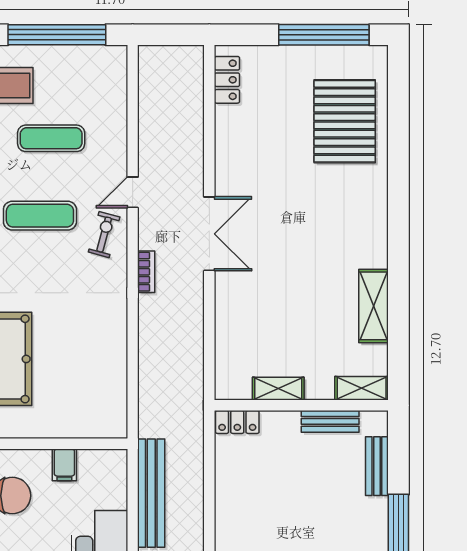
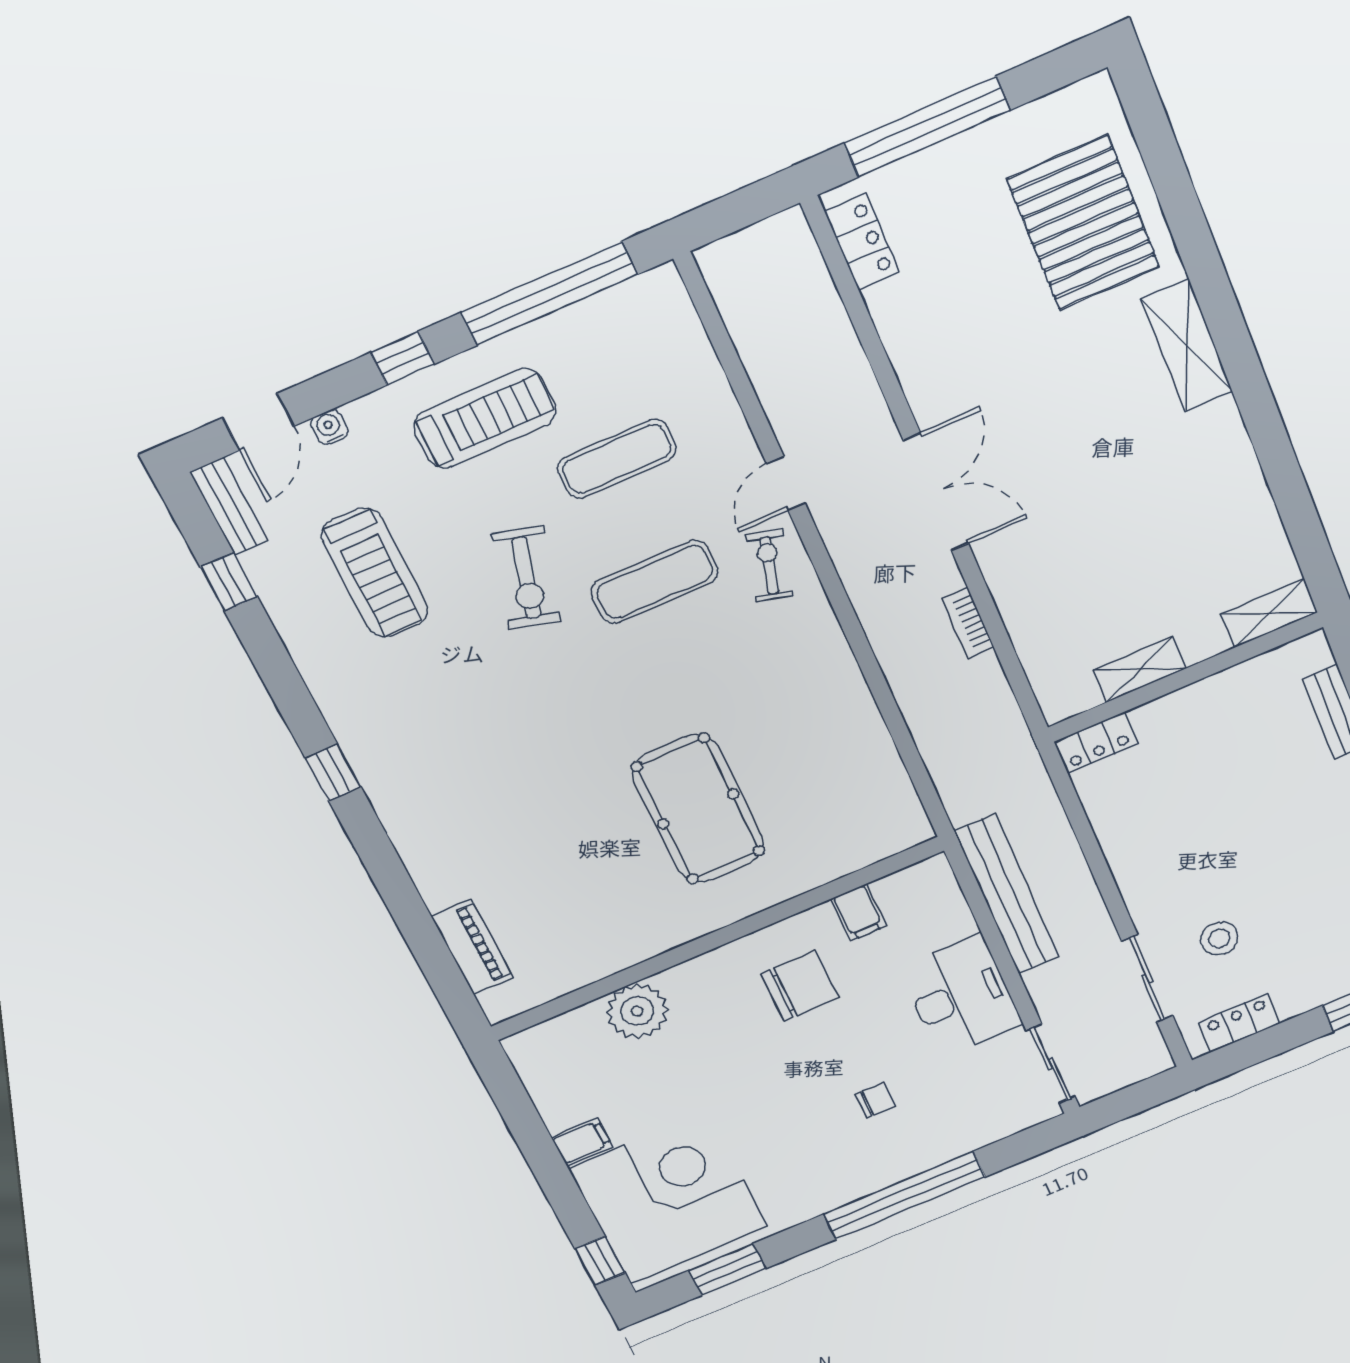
window: (324, 35) -> (927, 127), moved
bookcase: (146, 272) -> (968, 623), moved, turned 180
shelving: (374, 306) -> (1187, 345), moved
bench: (330, 421) -> (1239, 681), removed

